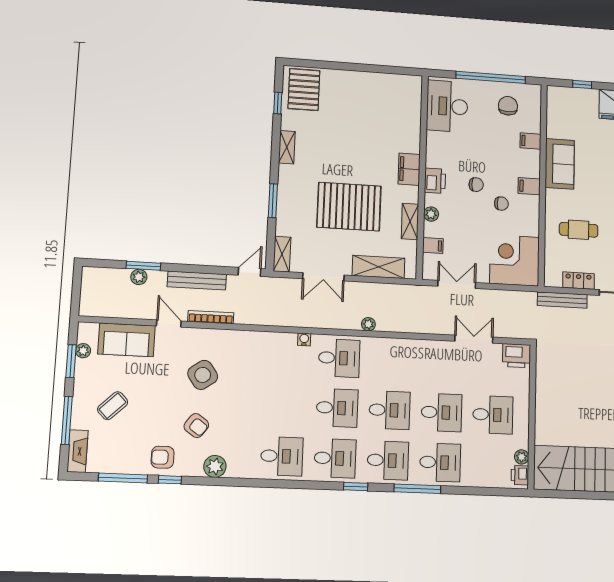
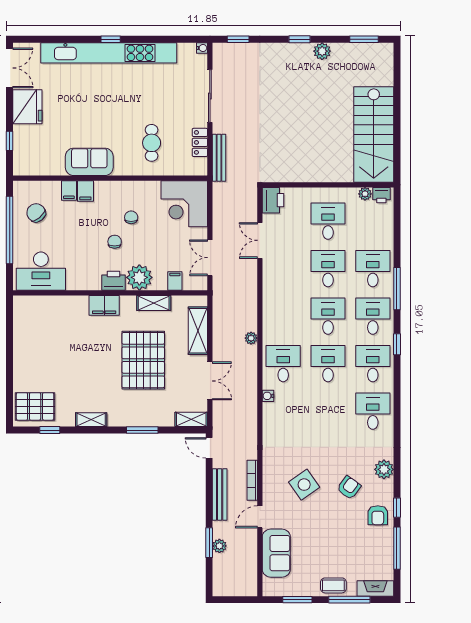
chair: (508, 106) -> (36, 213), turned 50
filing cabinet: (529, 186) -> (85, 191), moved
plant: (431, 214) -> (139, 277), width x1.88, depth x1.88
plant: (83, 351) -> (288, 590), removed
coffee table: (113, 406) -> (333, 585), moved, turned -46

